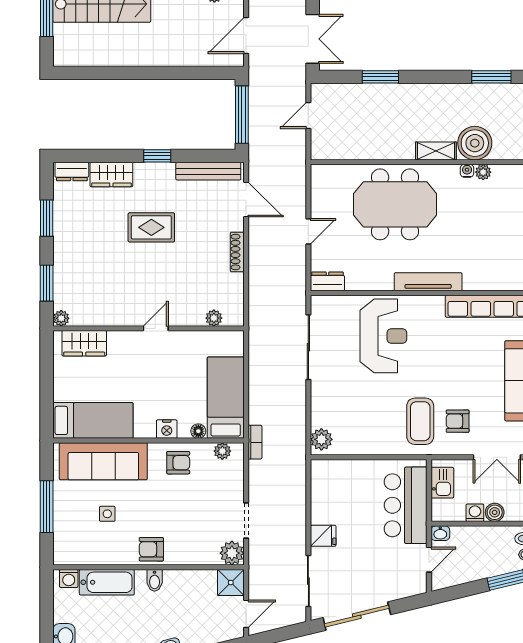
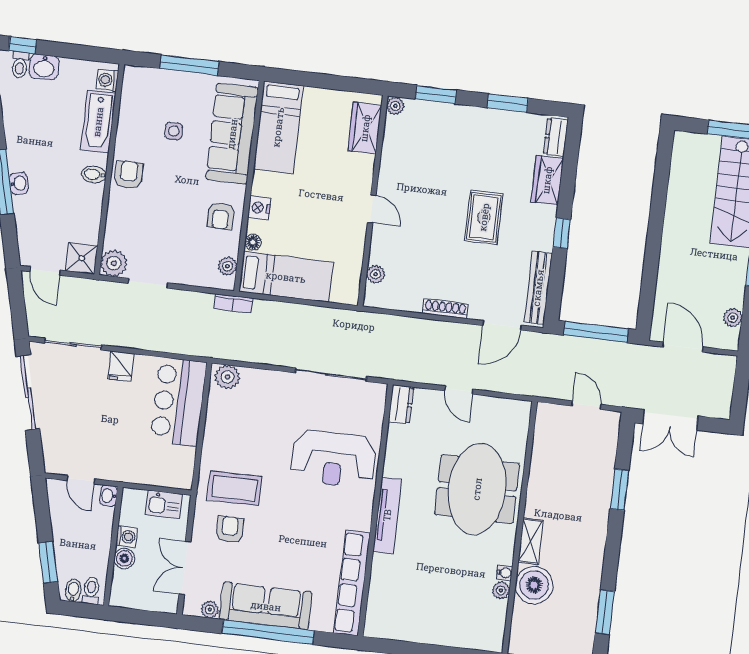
bar counter: (406, 505) -> (179, 402), moved, turned -90

